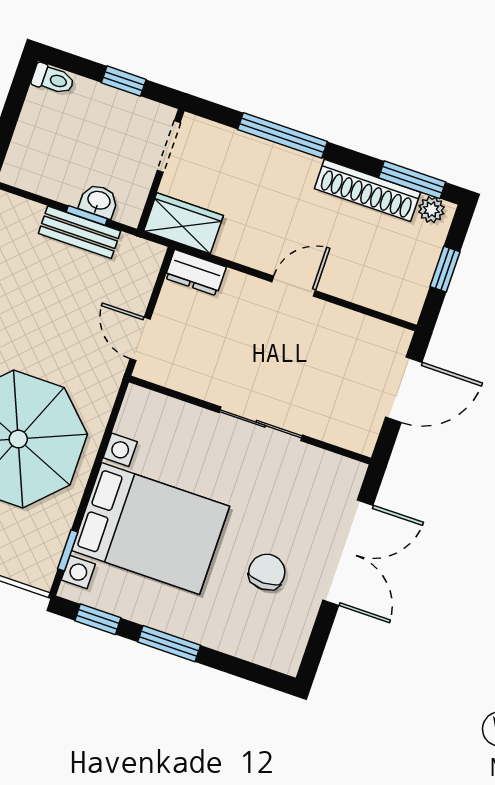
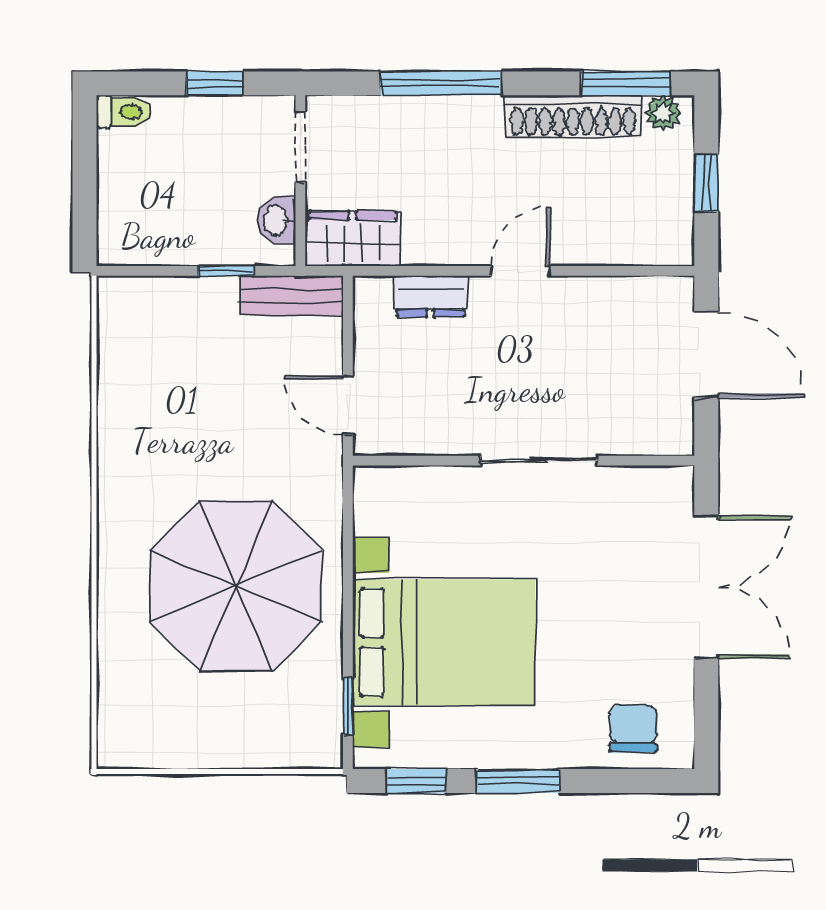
washbasin: (99, 201) -> (277, 220), moved, turned -90
bench: (79, 232) -> (291, 295), moved
dresser: (195, 273) -> (431, 296), moved
door: (404, 390) -> (706, 355), hinge flipped
chair: (267, 572) -> (633, 728), moved

